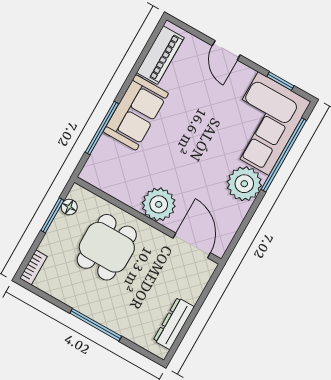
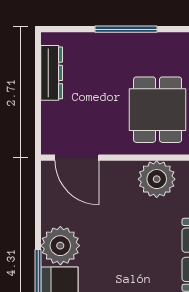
plant: (159, 204) -> (157, 179), moved

